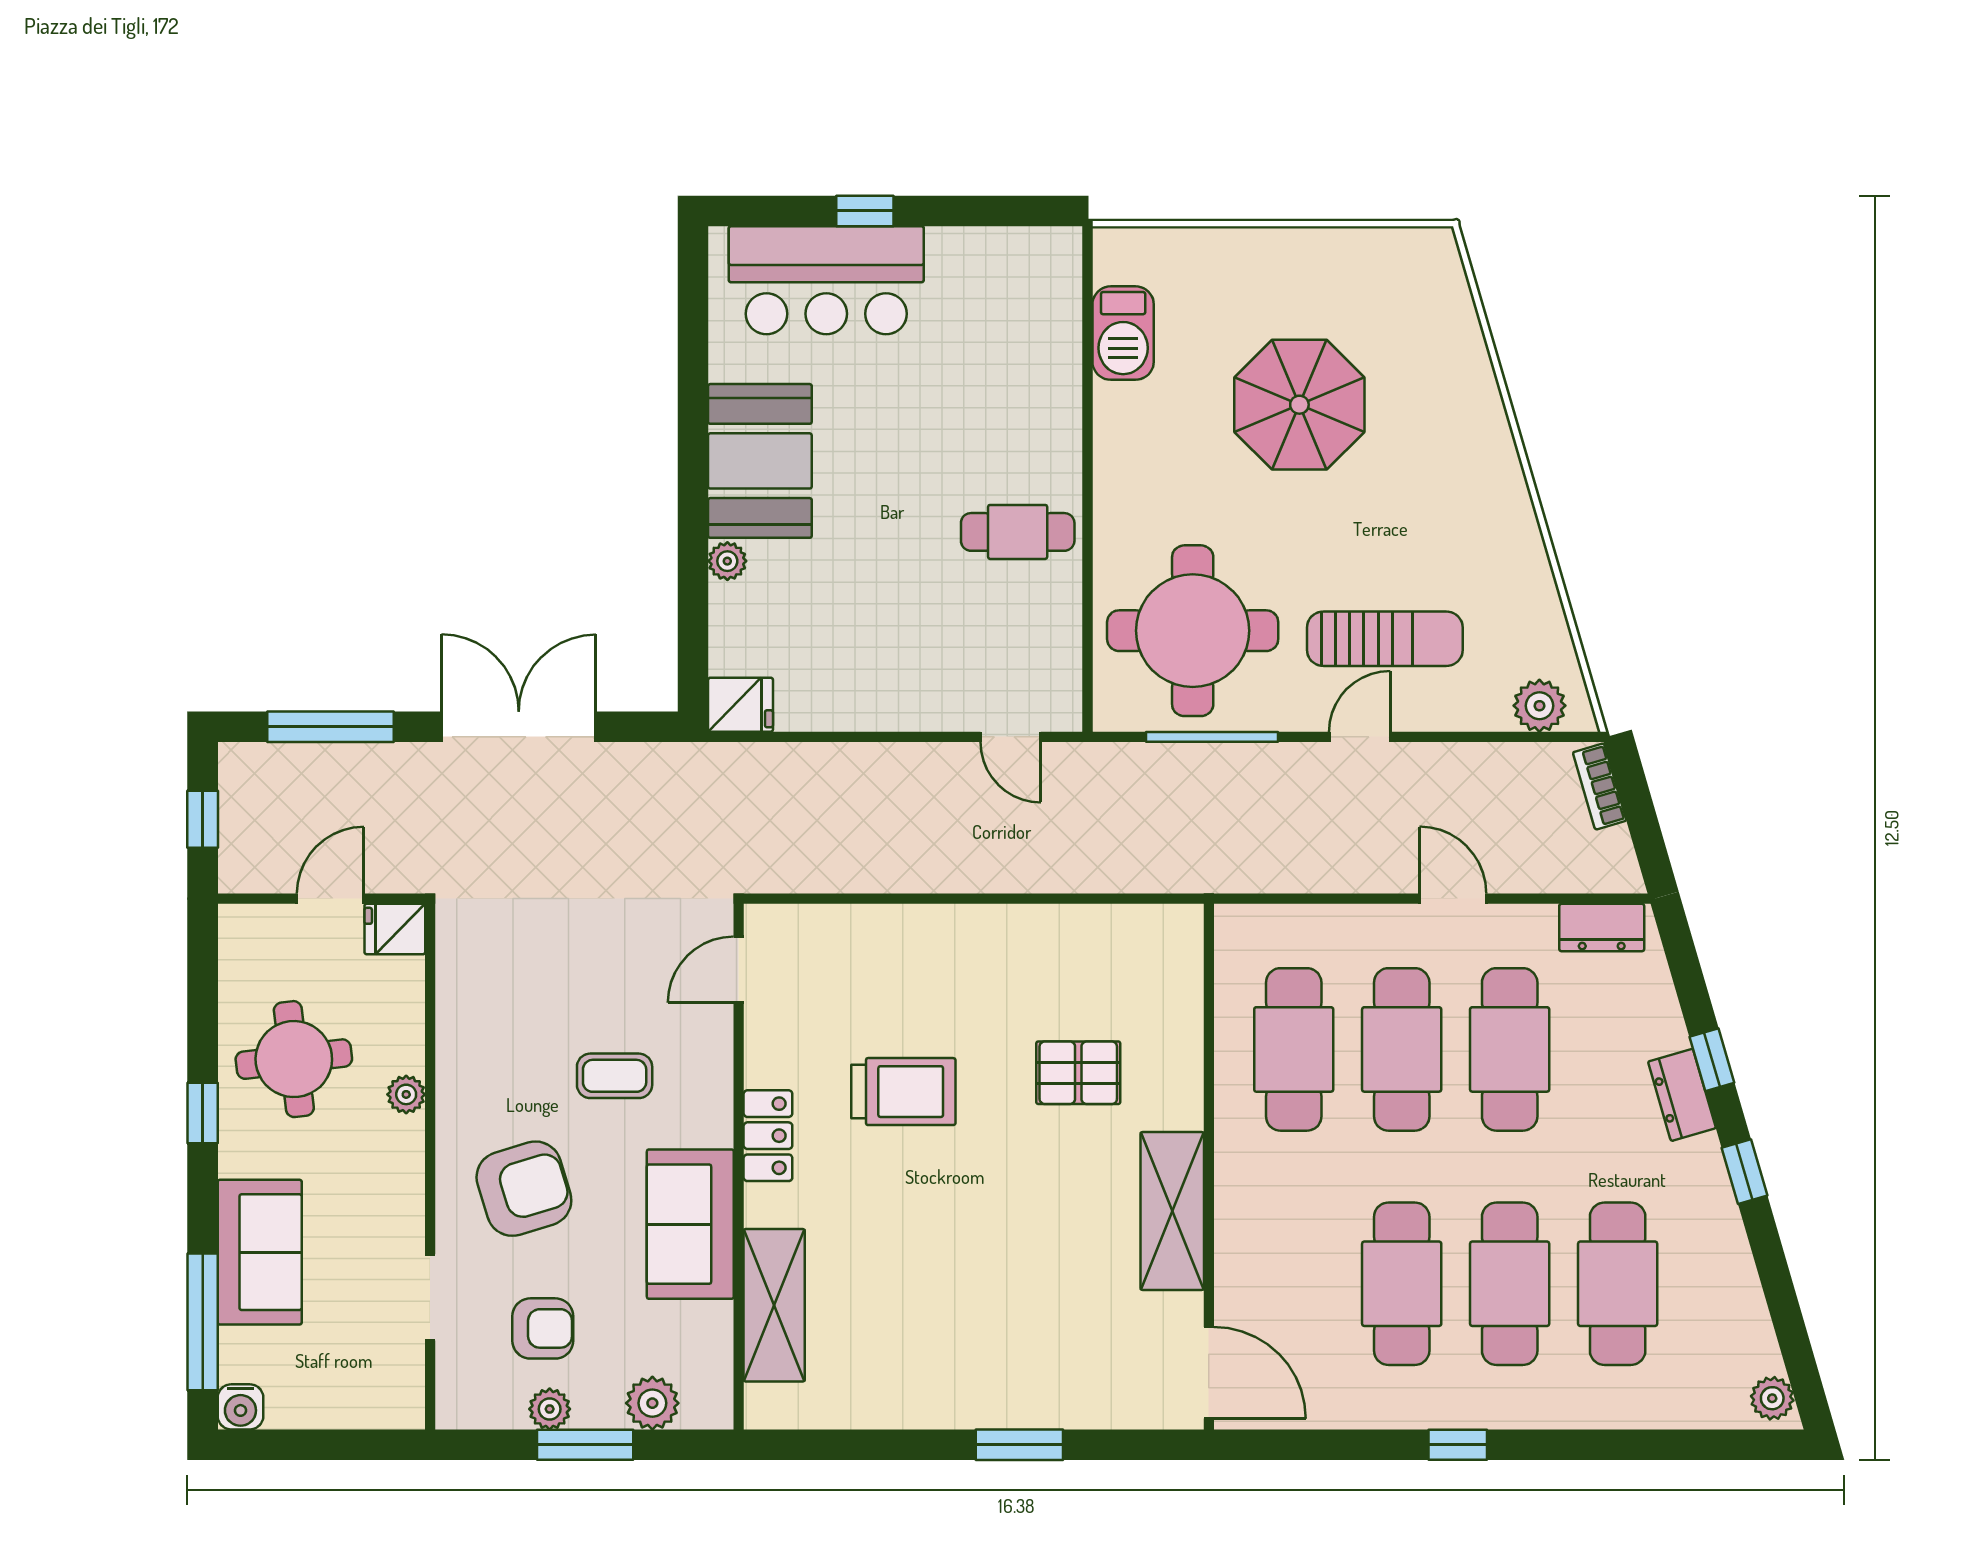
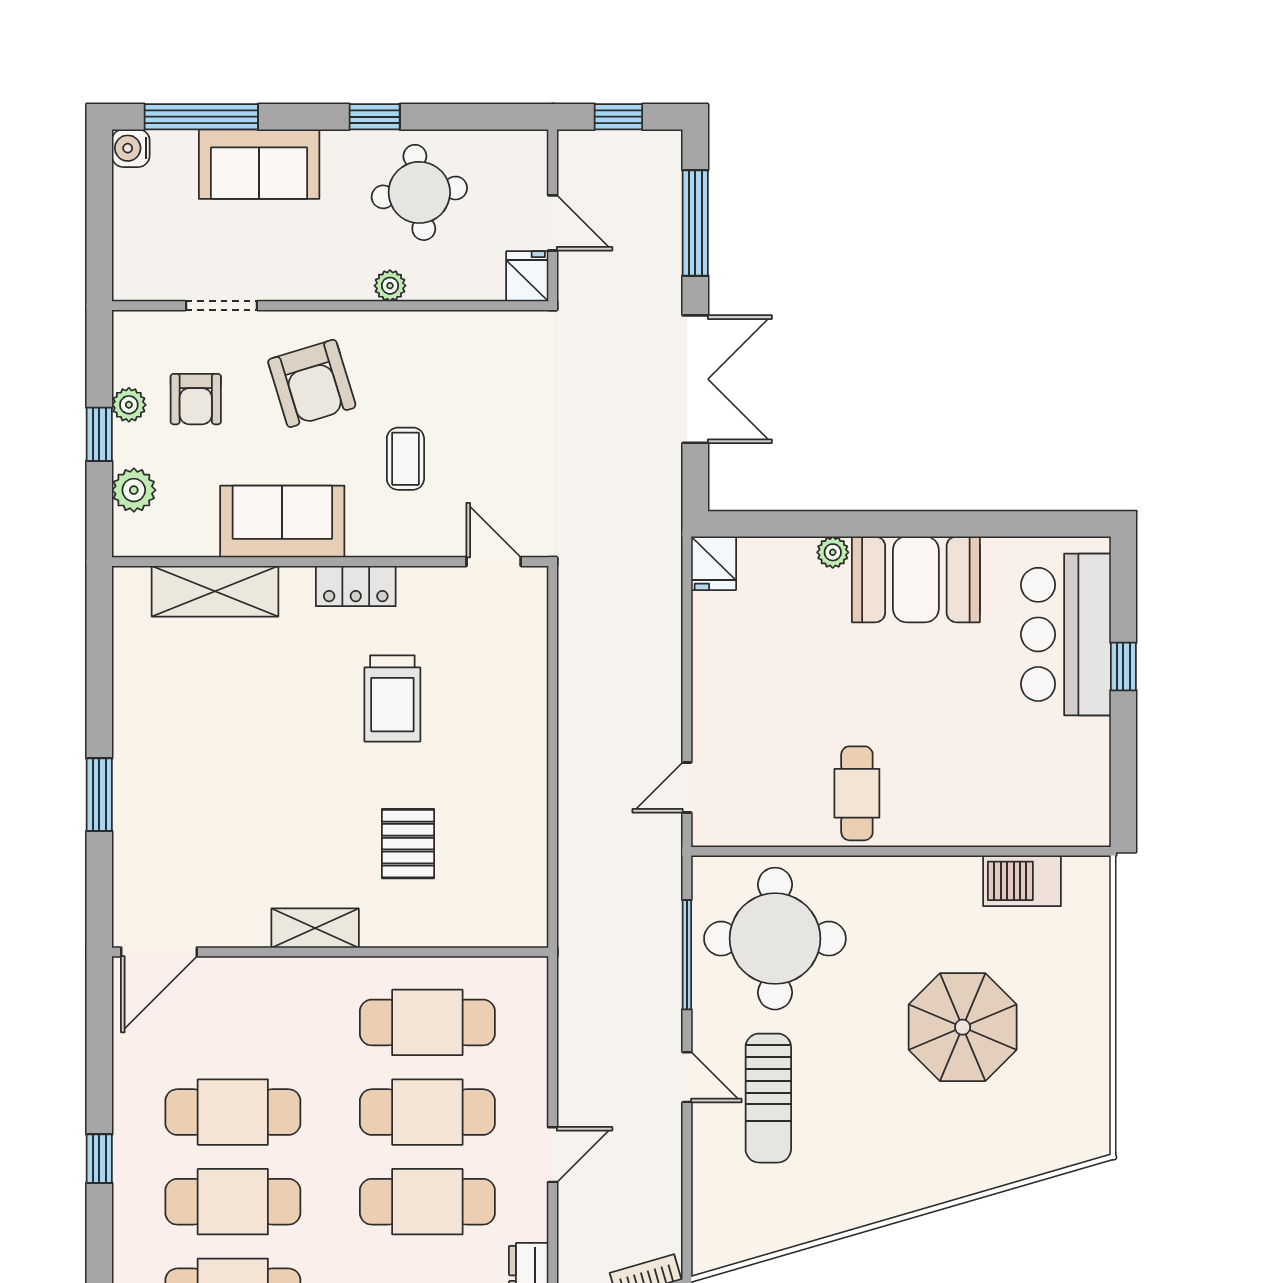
plant: (1539, 706) -> (713, 1226), removed
shelving: (1172, 1211) -> (315, 928), width x0.67, depth x0.75
window: (585, 1445) -> (99, 434), width x0.67

